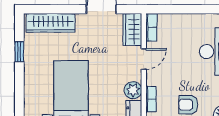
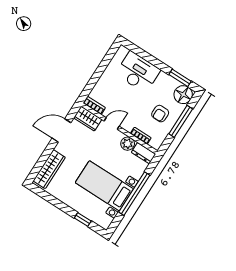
window: (19, 52) -> (83, 219), moved
door: (144, 59) -> (112, 124), hinge flipped

